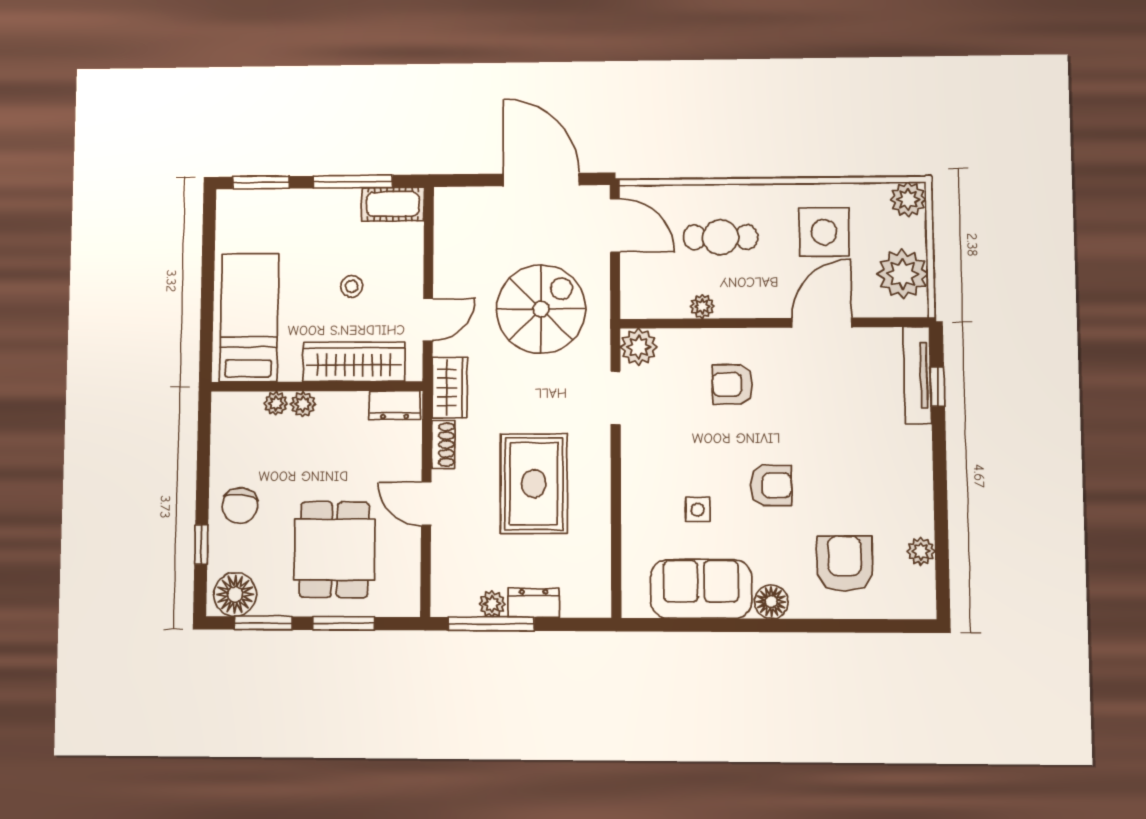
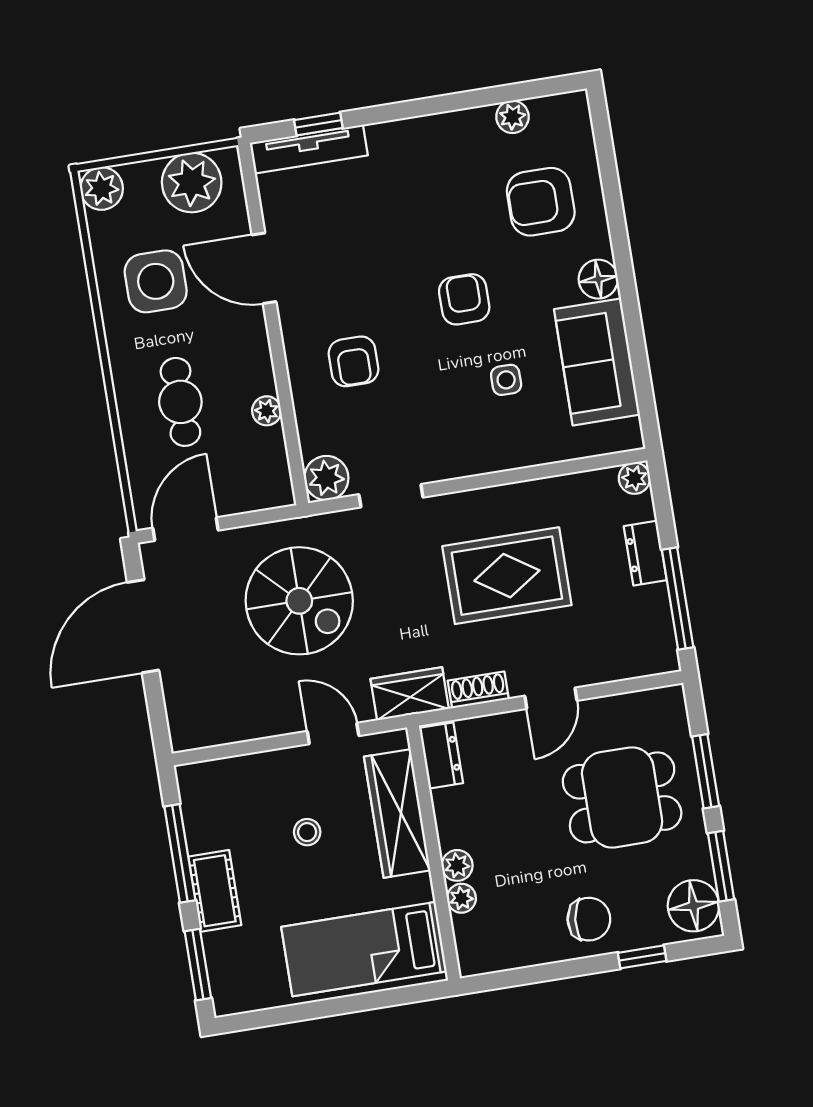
cot: (393, 204) -> (215, 891), moved
spiral stairs: (541, 309) -> (299, 601), turned 180
plant: (492, 604) -> (634, 478), moved

